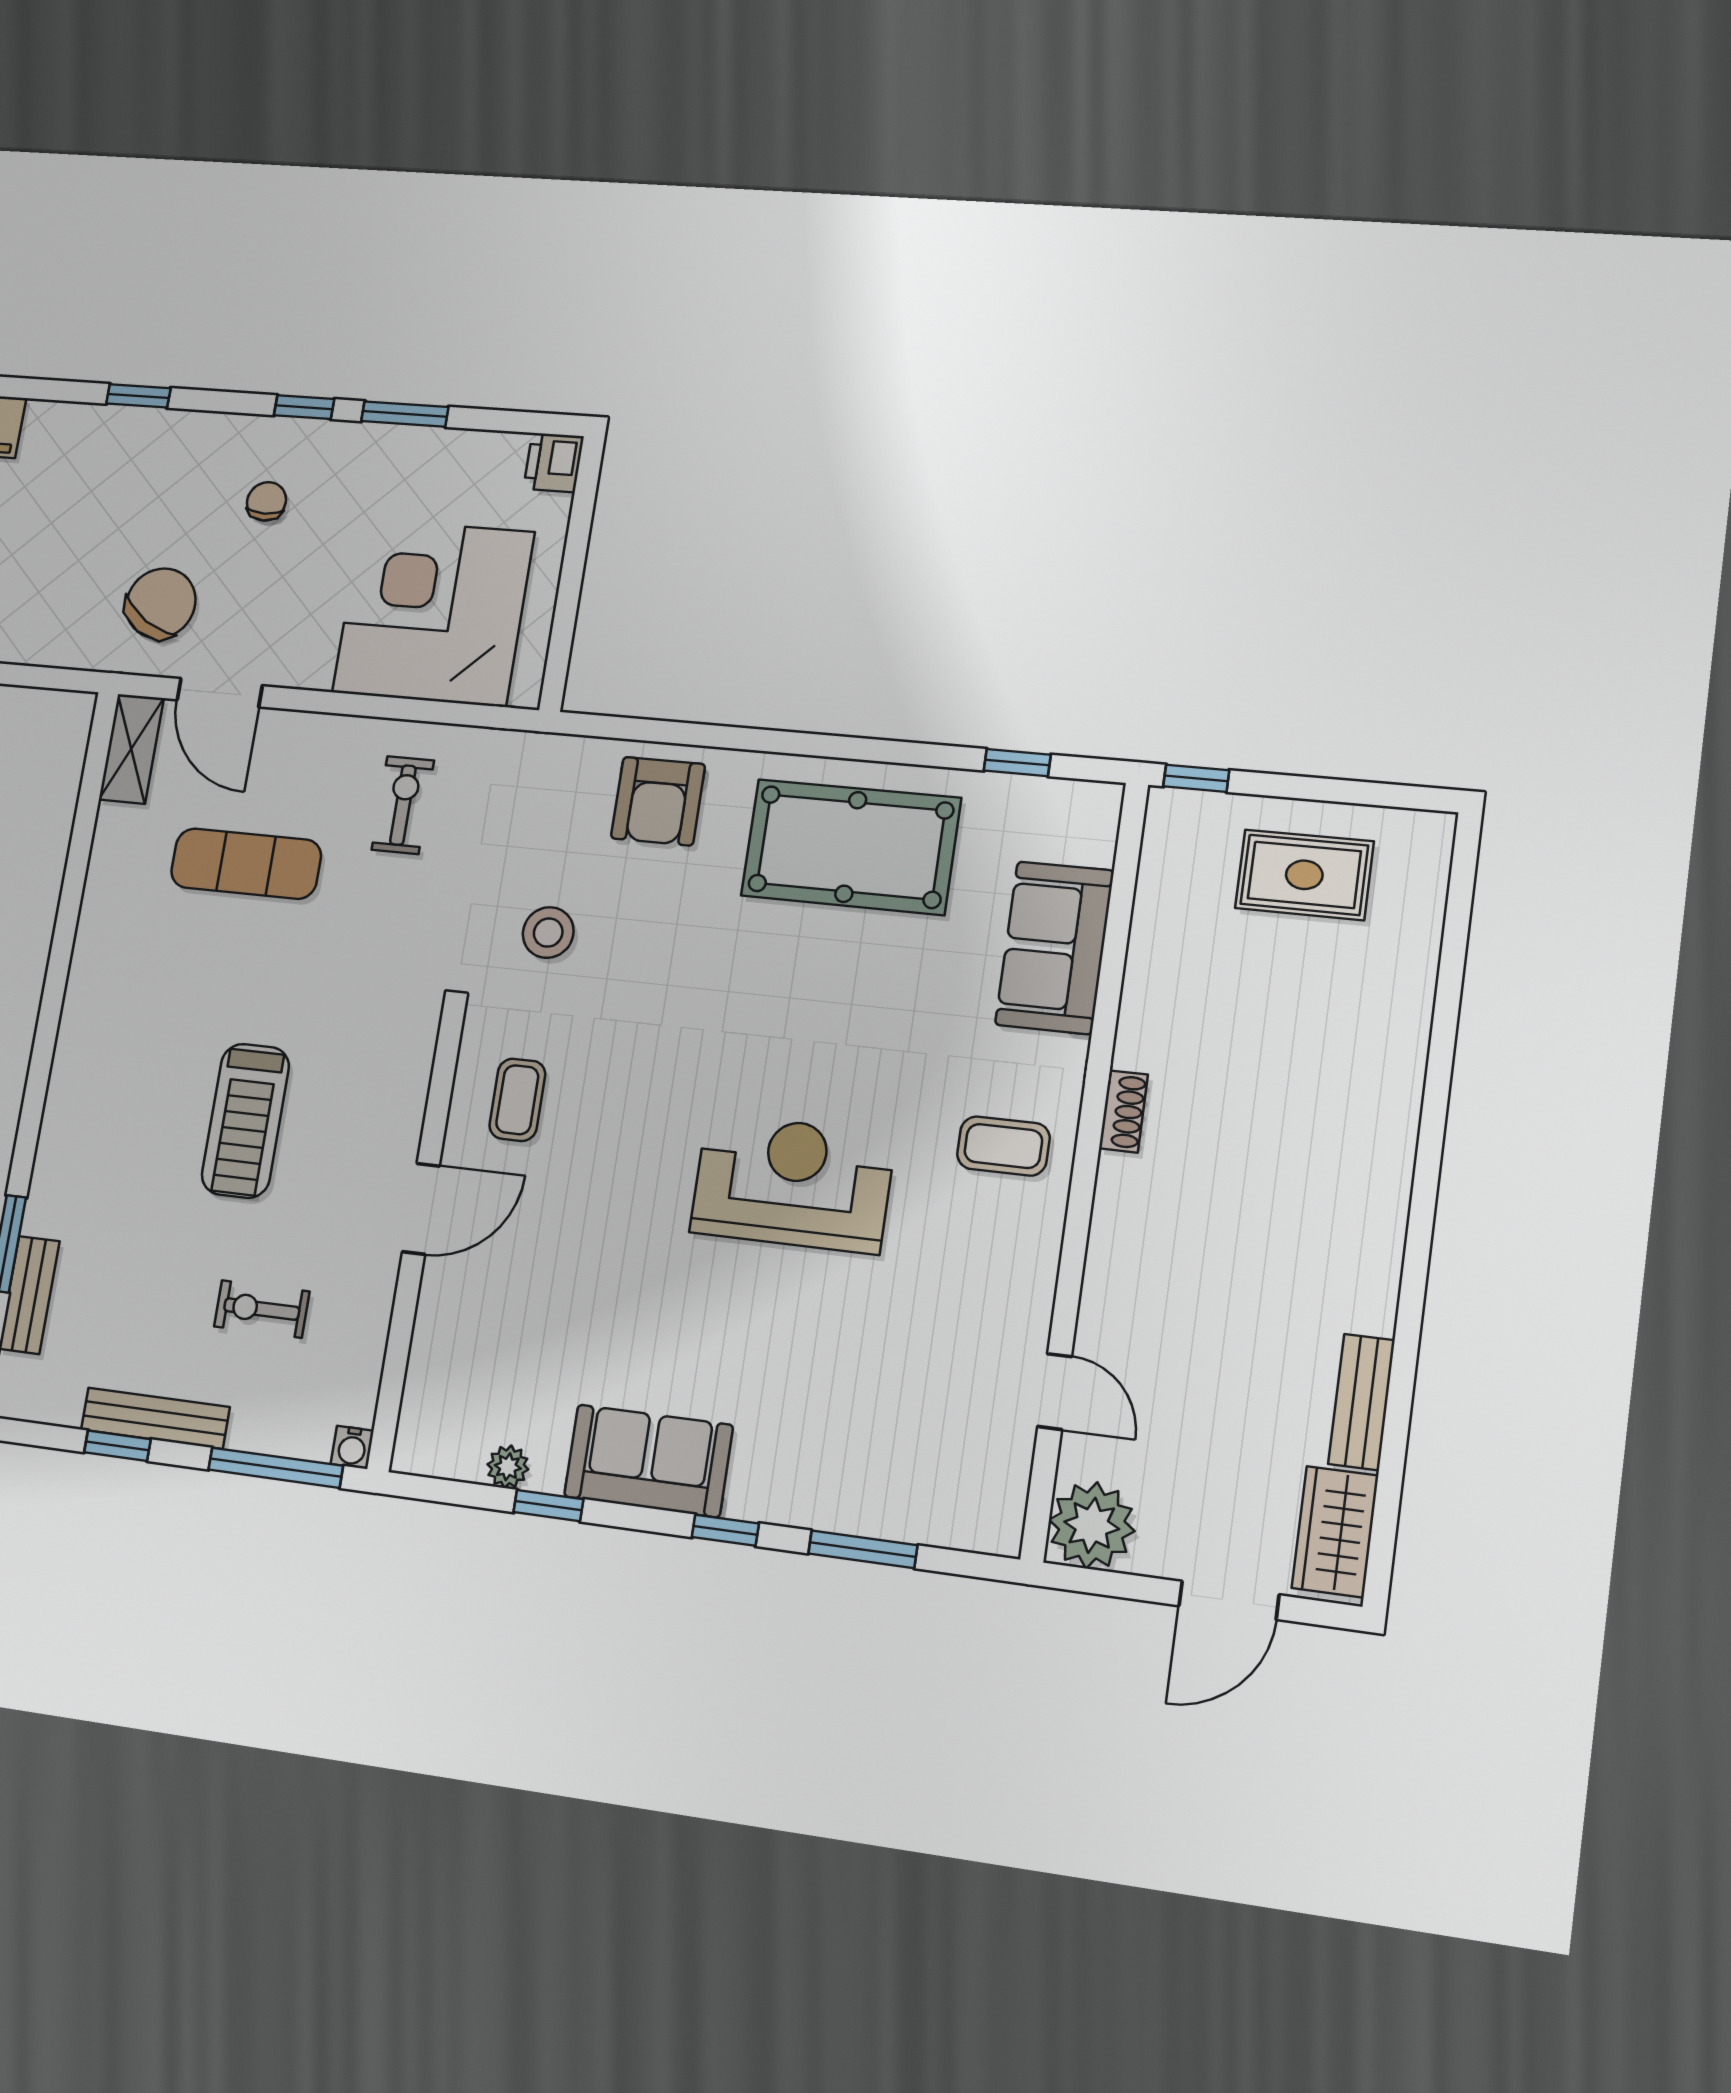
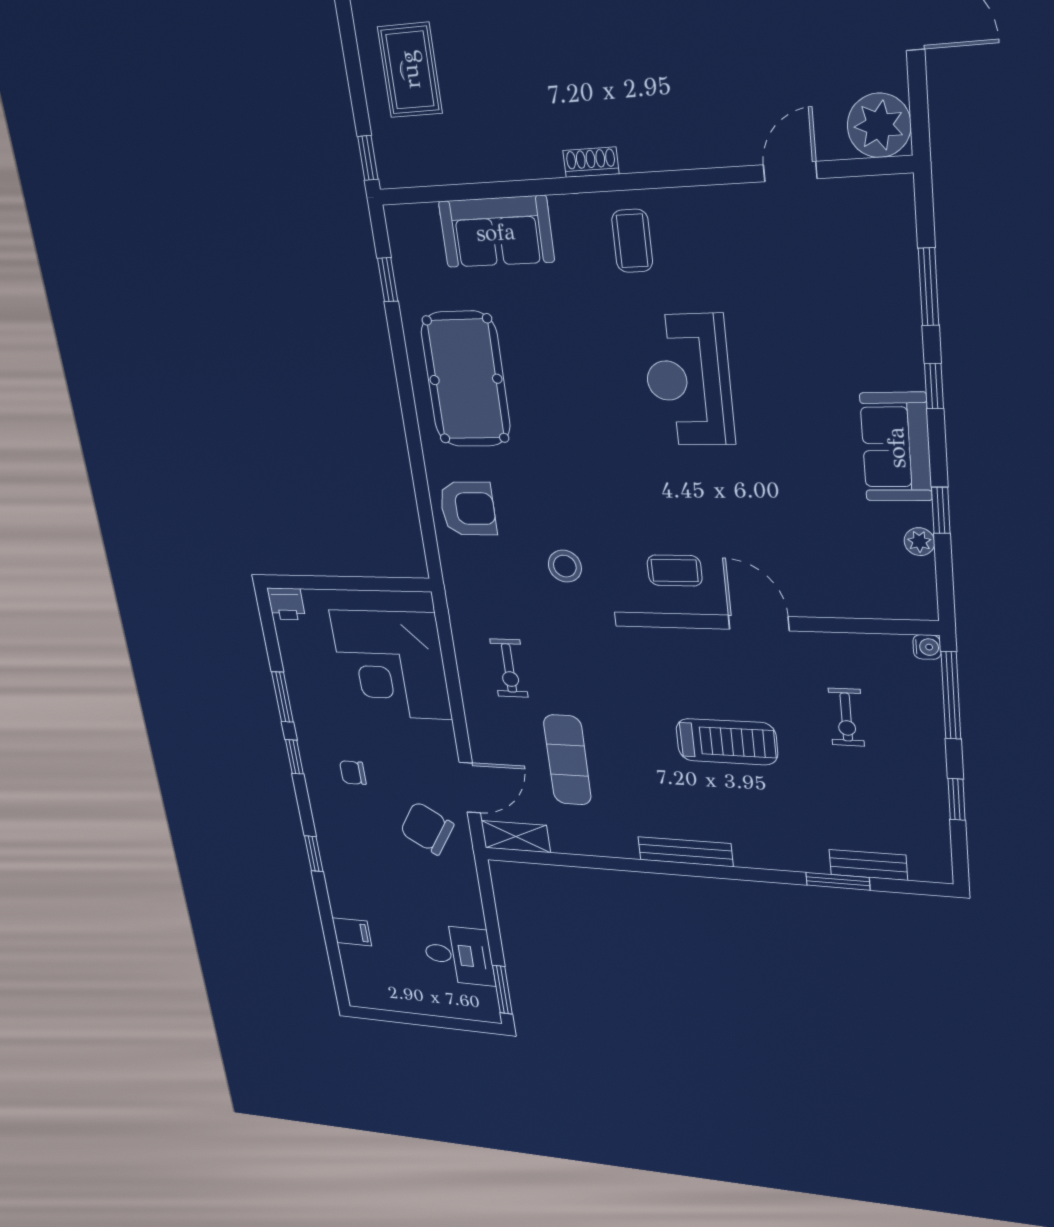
exercise bike: (403, 805) -> (509, 668), turned -90
bench: (155, 1418) -> (685, 852), moved, turned 90

